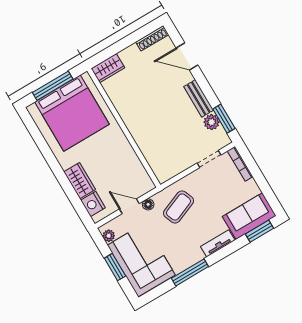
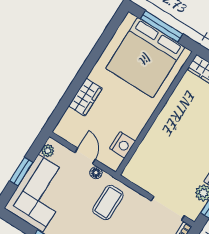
doorway: (209, 159) -> (168, 208), width x1.38
nightstand: (93, 204) -> (122, 145), moved, turned 180
coffee table: (179, 207) -> (108, 203), turned -68

